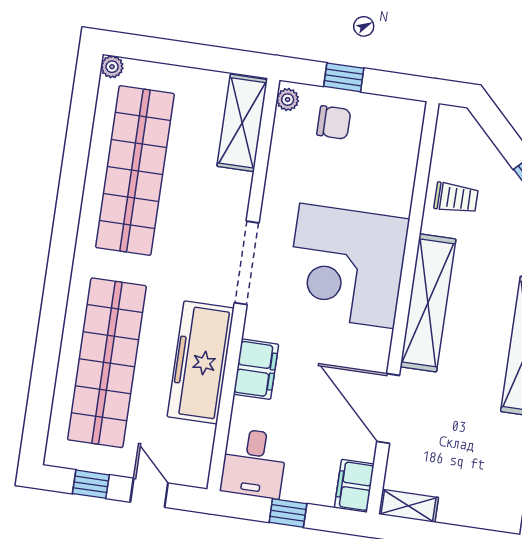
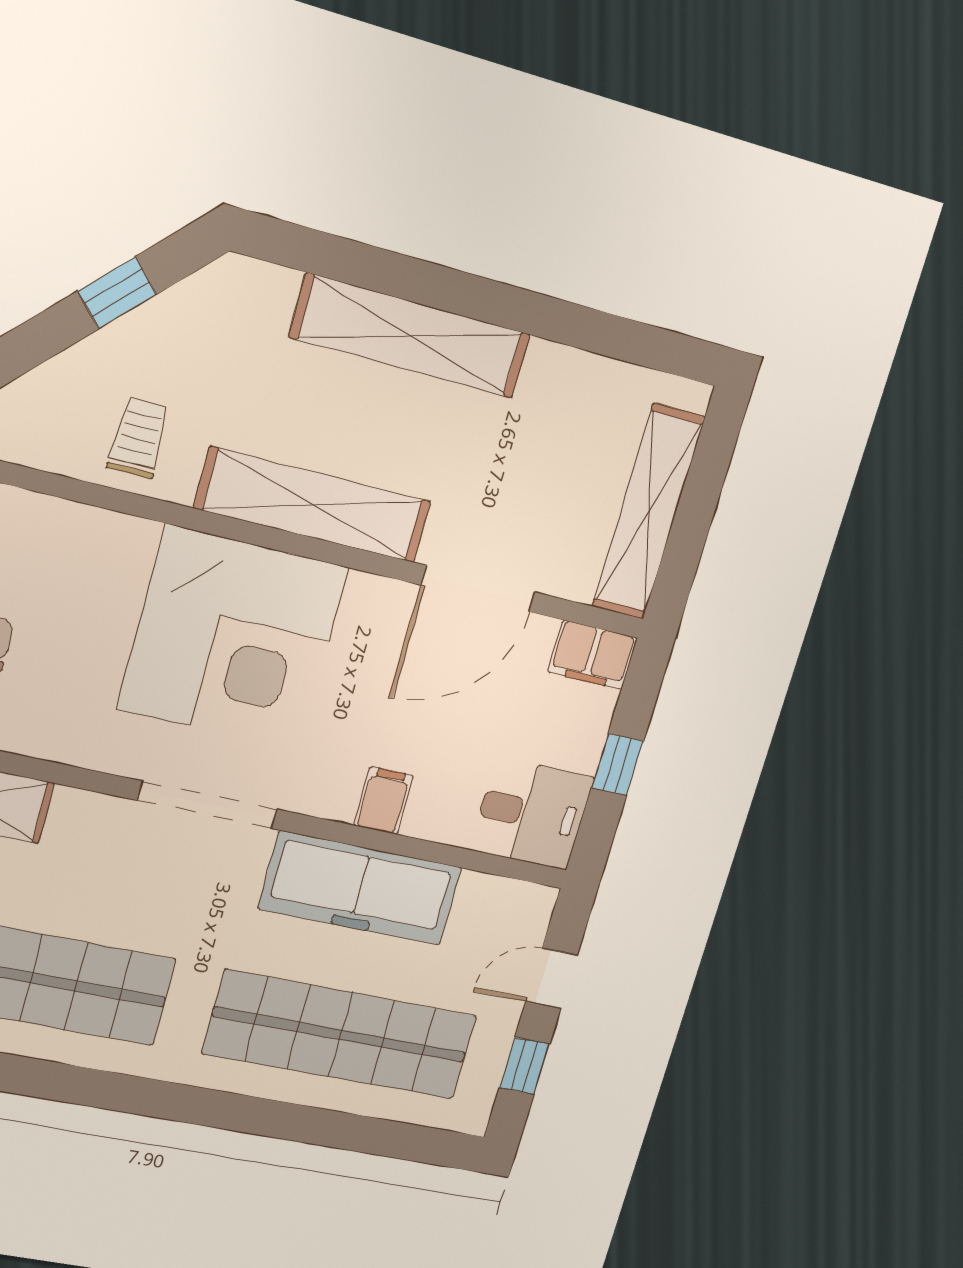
filing cabinet: (256, 369) -> (384, 801), width x0.50
shelving: (408, 506) -> (648, 512), width x2.20, depth x1.33

